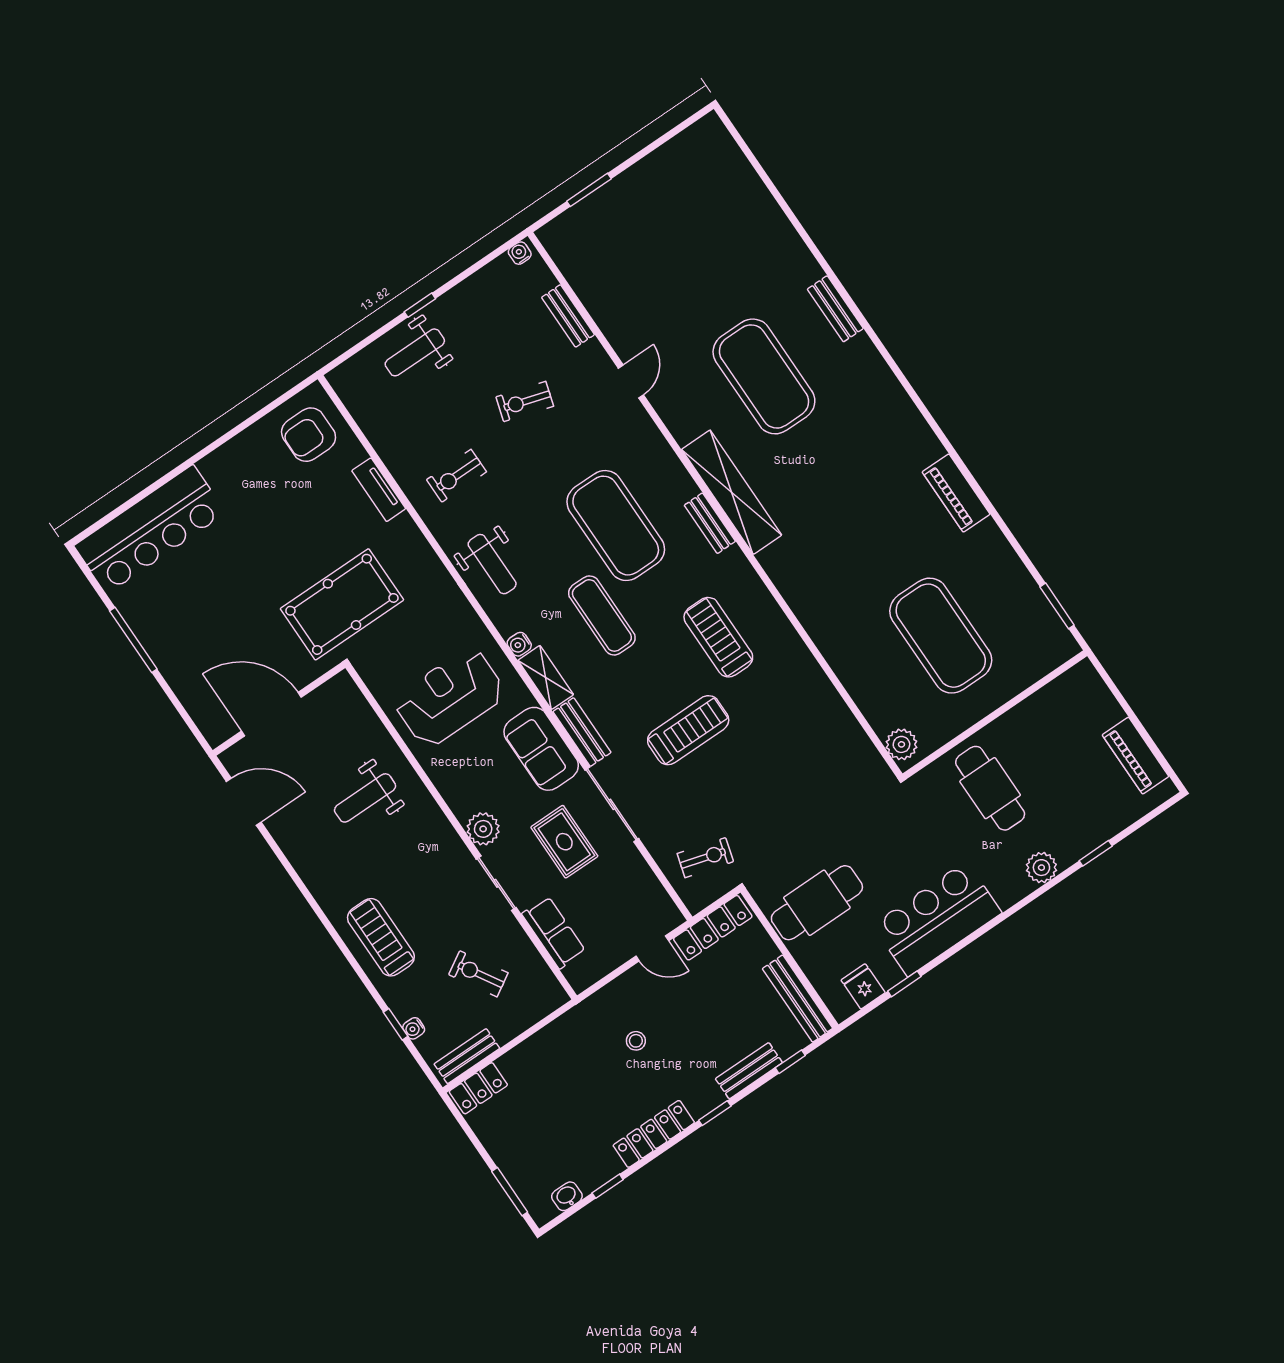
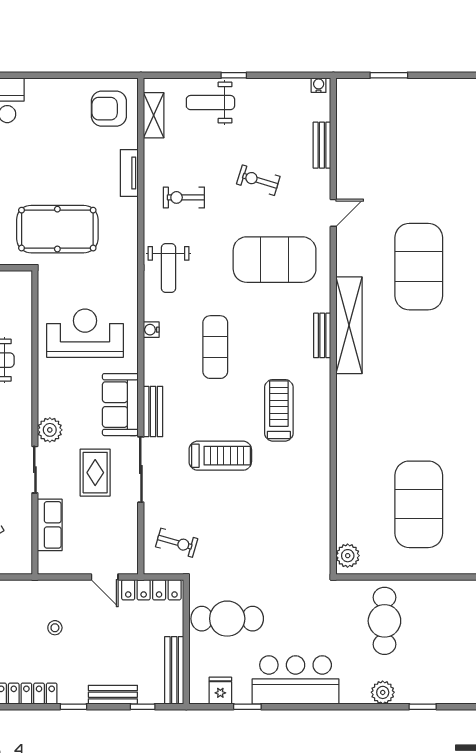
exercise mat: (616, 526) -> (275, 260), moved, turned 90
shelving: (546, 677) -> (154, 115), moved

